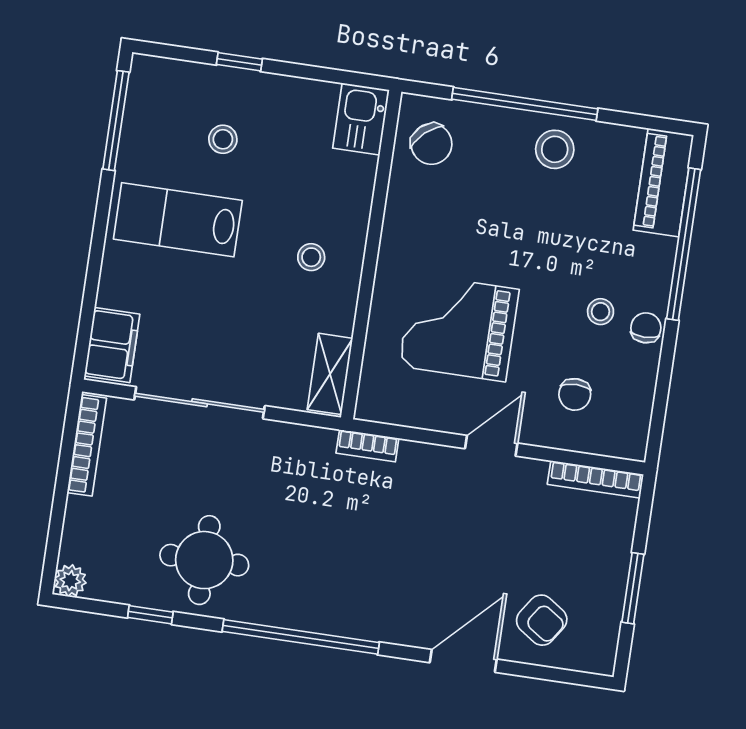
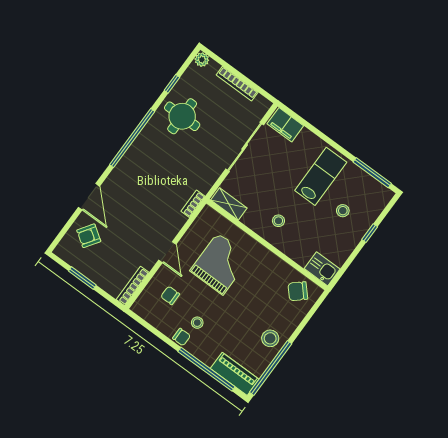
window: (525, 104) -> (271, 368), moved
bookcase: (87, 445) -> (237, 84), moved

